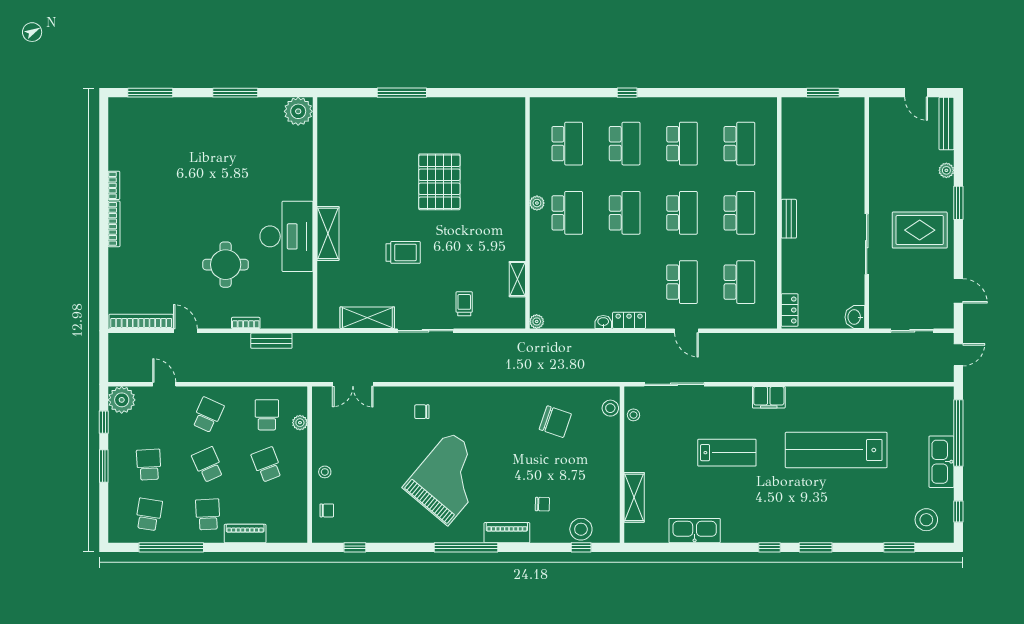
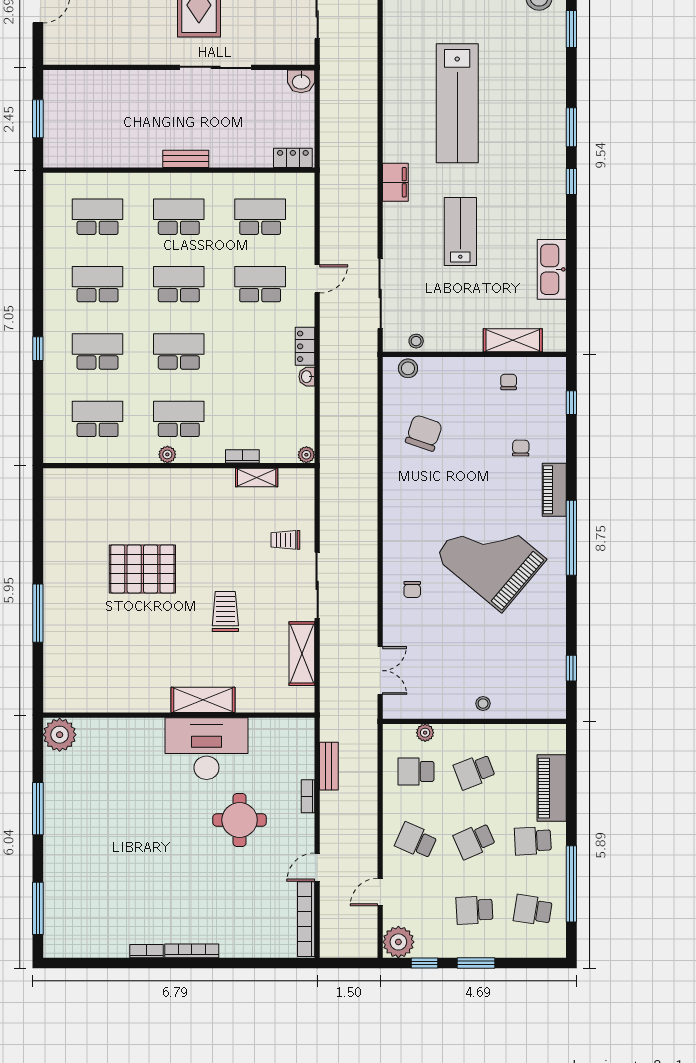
bookcase: (535, 267) -> (242, 456), added
chair: (327, 510) -> (509, 382), moved
stool: (581, 529) -> (550, 403), removed
piano: (245, 534) -> (552, 788), width x1.37, depth x1.33

